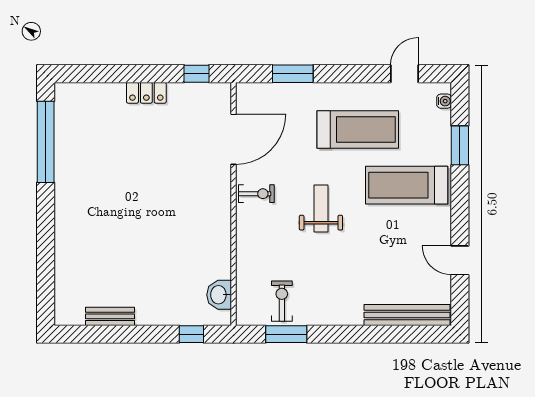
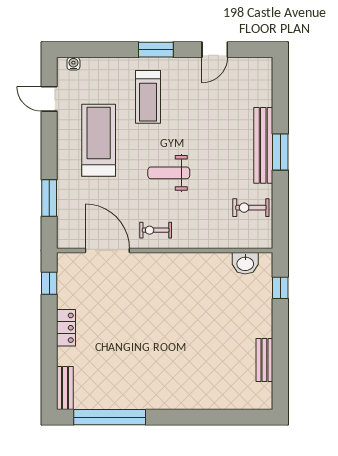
bench: (79, 92) -> (65, 388), added
window: (460, 145) -> (156, 50), moved
treadmill: (407, 185) -> (148, 97), width x0.73, depth x0.73
exercise bike: (256, 194) -> (156, 230), turned -90
bench: (407, 315) -> (263, 145), moved
window: (286, 334) -> (280, 152), moved

